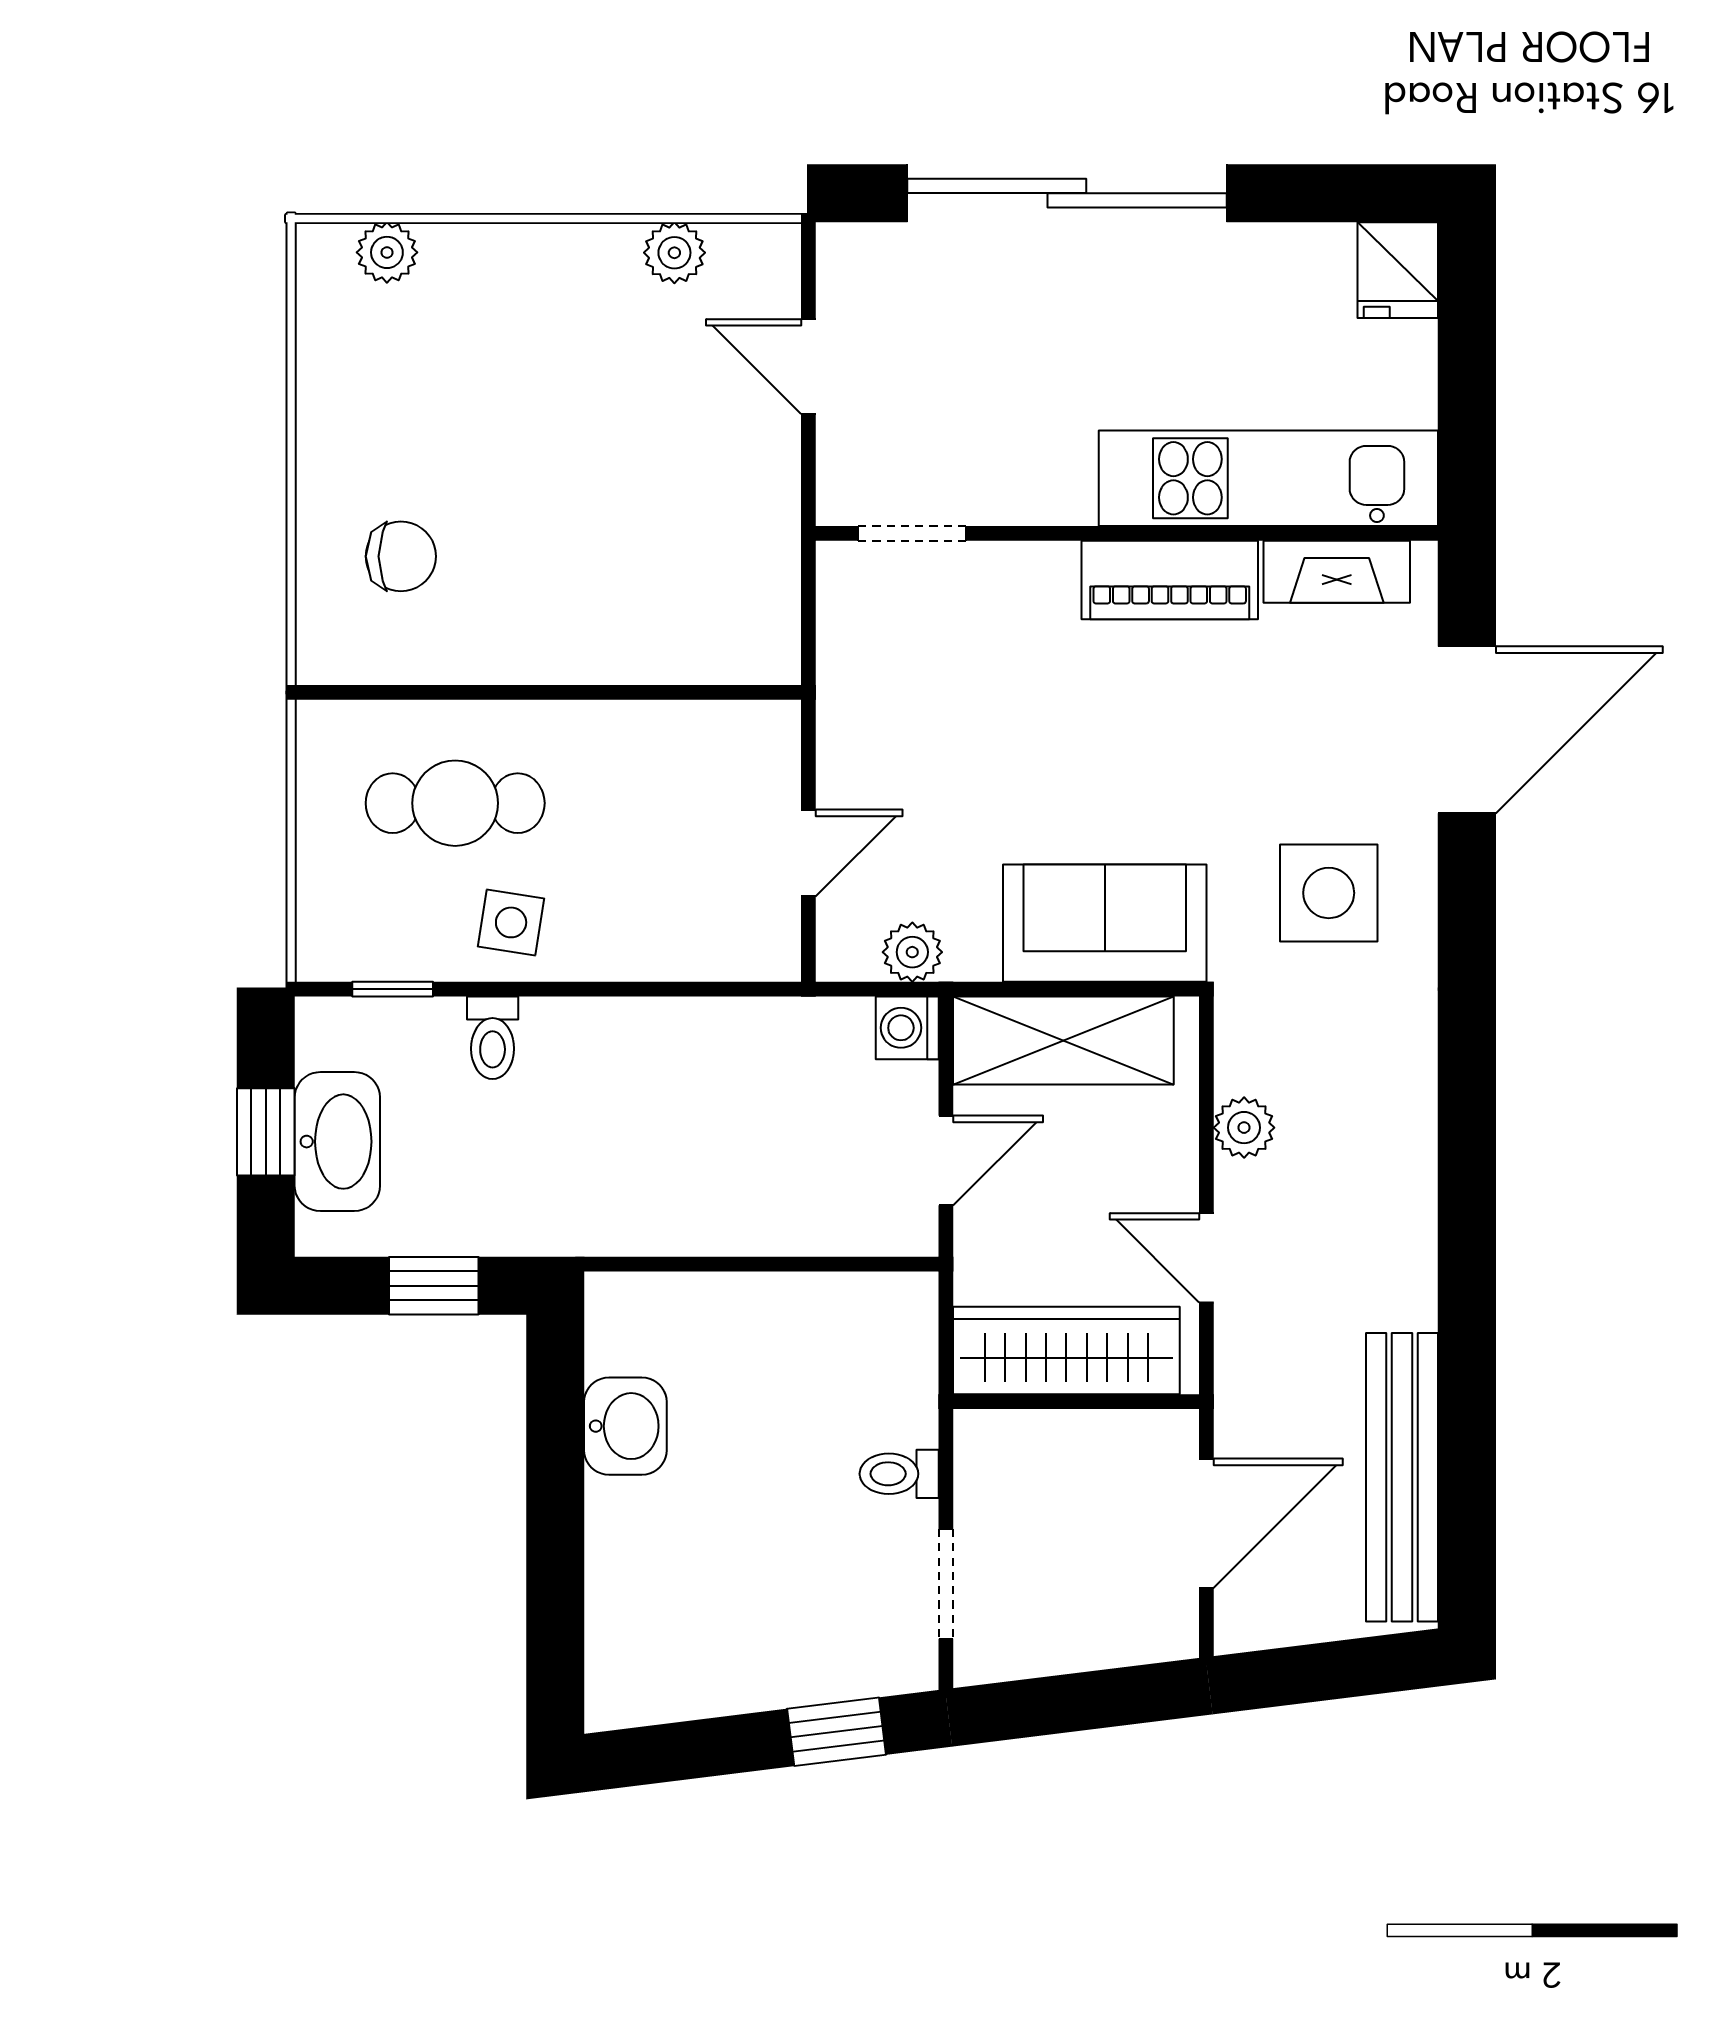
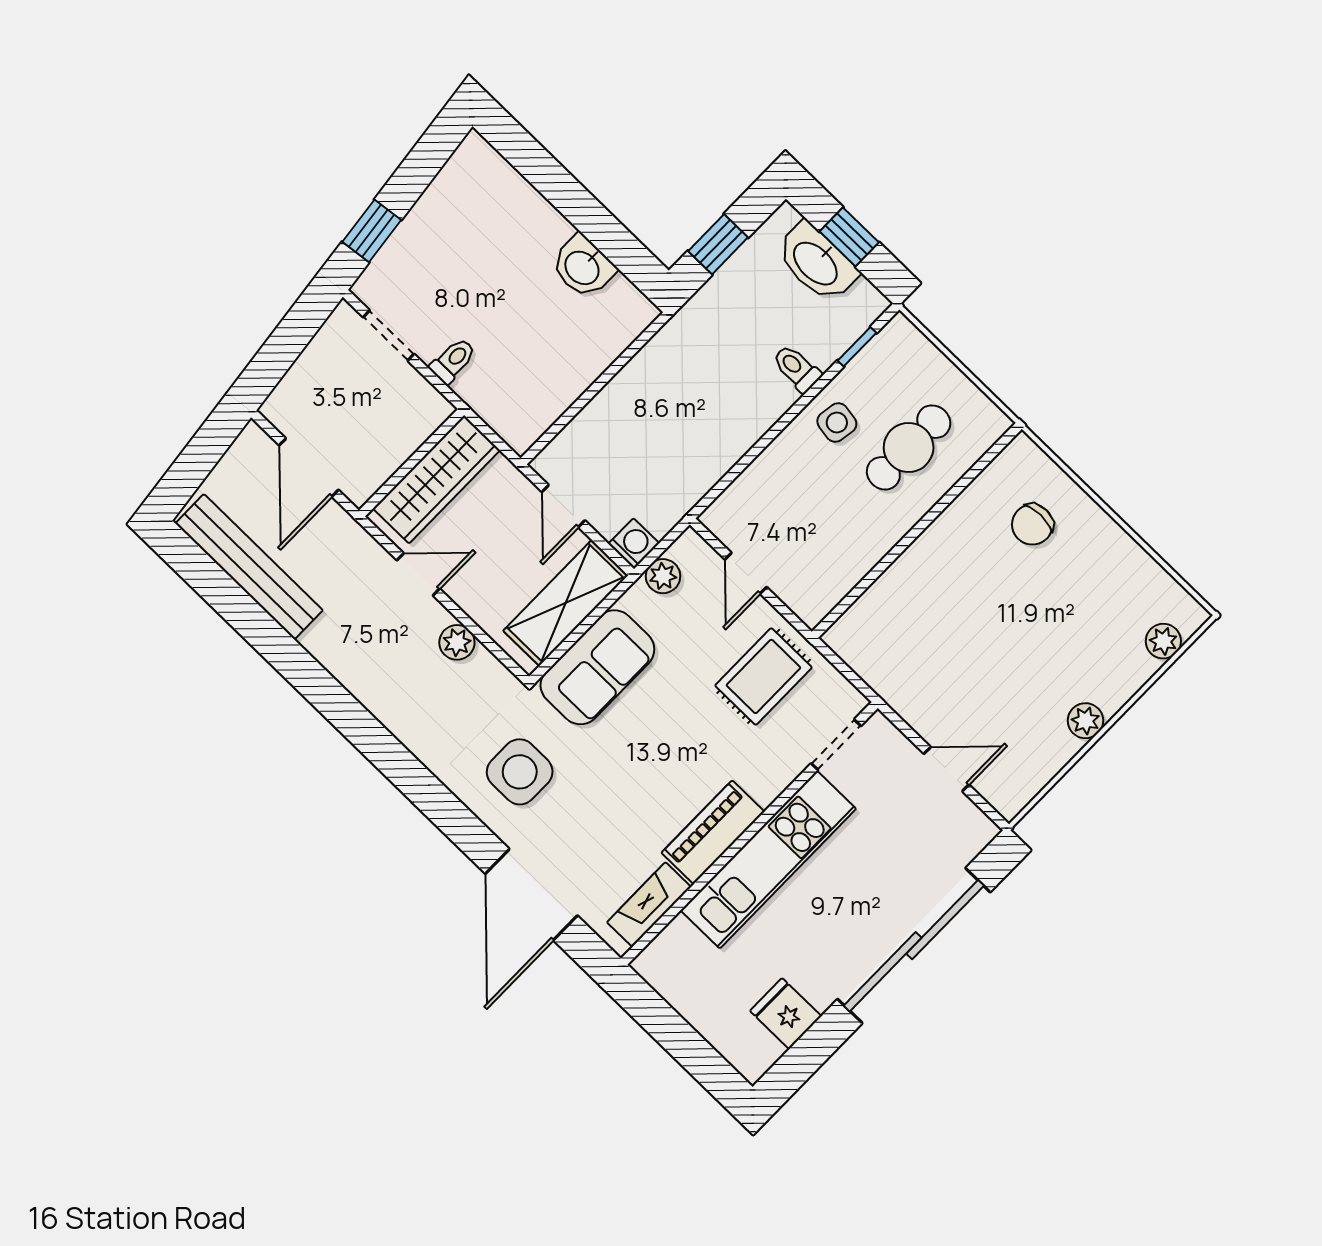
plant: (674, 253) -> (1085, 721), moved
fridge: (1398, 270) -> (786, 1014), moved
kitchen unit: (1268, 478) -> (768, 860), moved
rug: (915, 706) -> (763, 676), added

